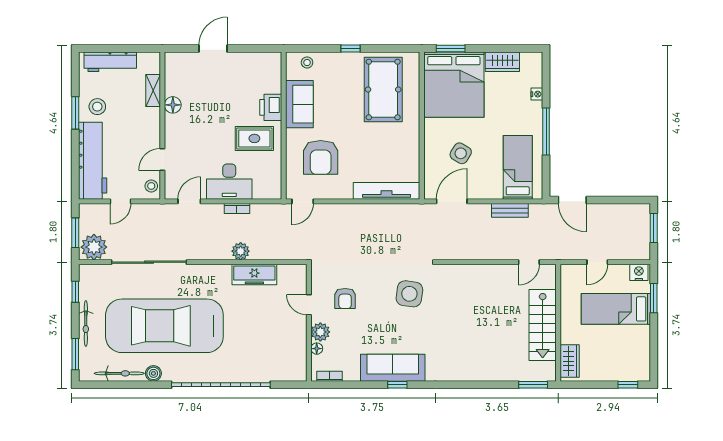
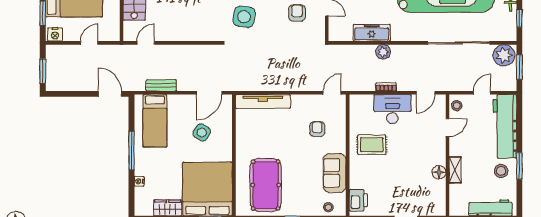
shelving: (153, 91) -> (455, 170), moved
printer: (271, 107) -> (358, 200), moved
armchair: (321, 157) -> (317, 129), width x0.53, depth x0.53

